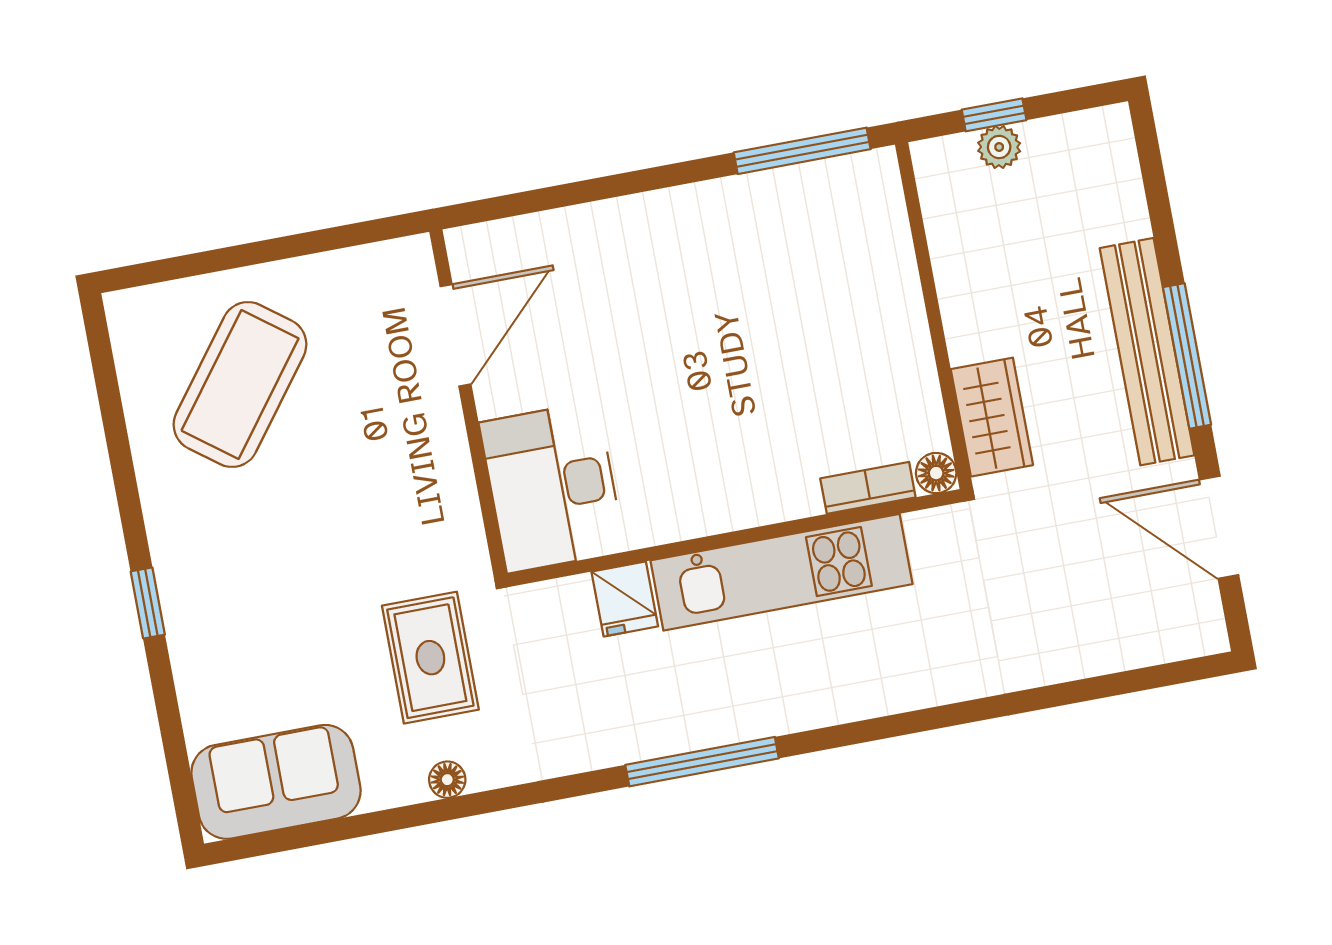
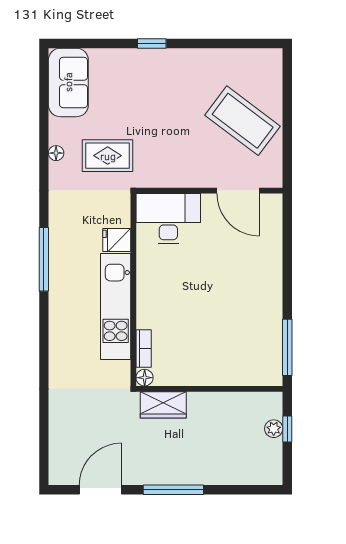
bench: (1147, 352) -> (178, 474), removed
coffee table: (240, 385) -> (243, 121), moved

